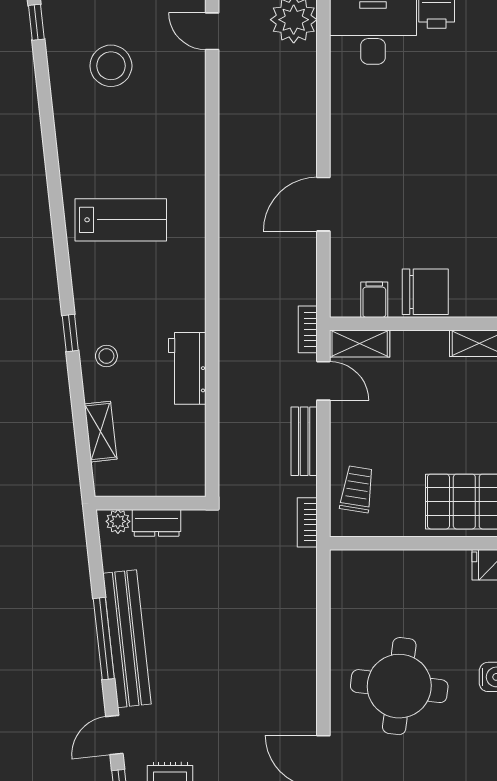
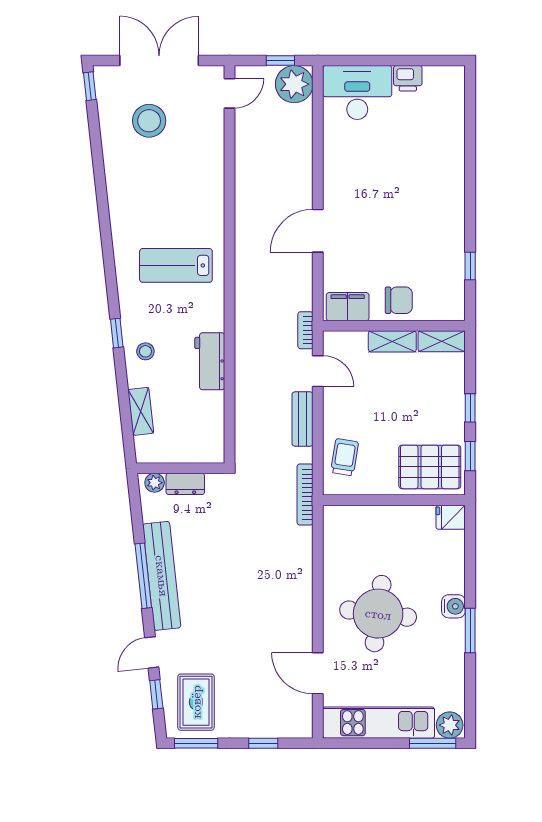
door: (212, 31) -> (229, 93), swing flipped
lab bench: (121, 220) -> (176, 265), moved, turned 180
chair: (425, 292) -> (399, 300), width x0.73, depth x0.73
filing cabinet: (374, 300) -> (348, 307), width x2.00
shelving: (360, 344) -> (392, 341), moved
bookcase: (307, 522) -> (305, 495), width x1.56

